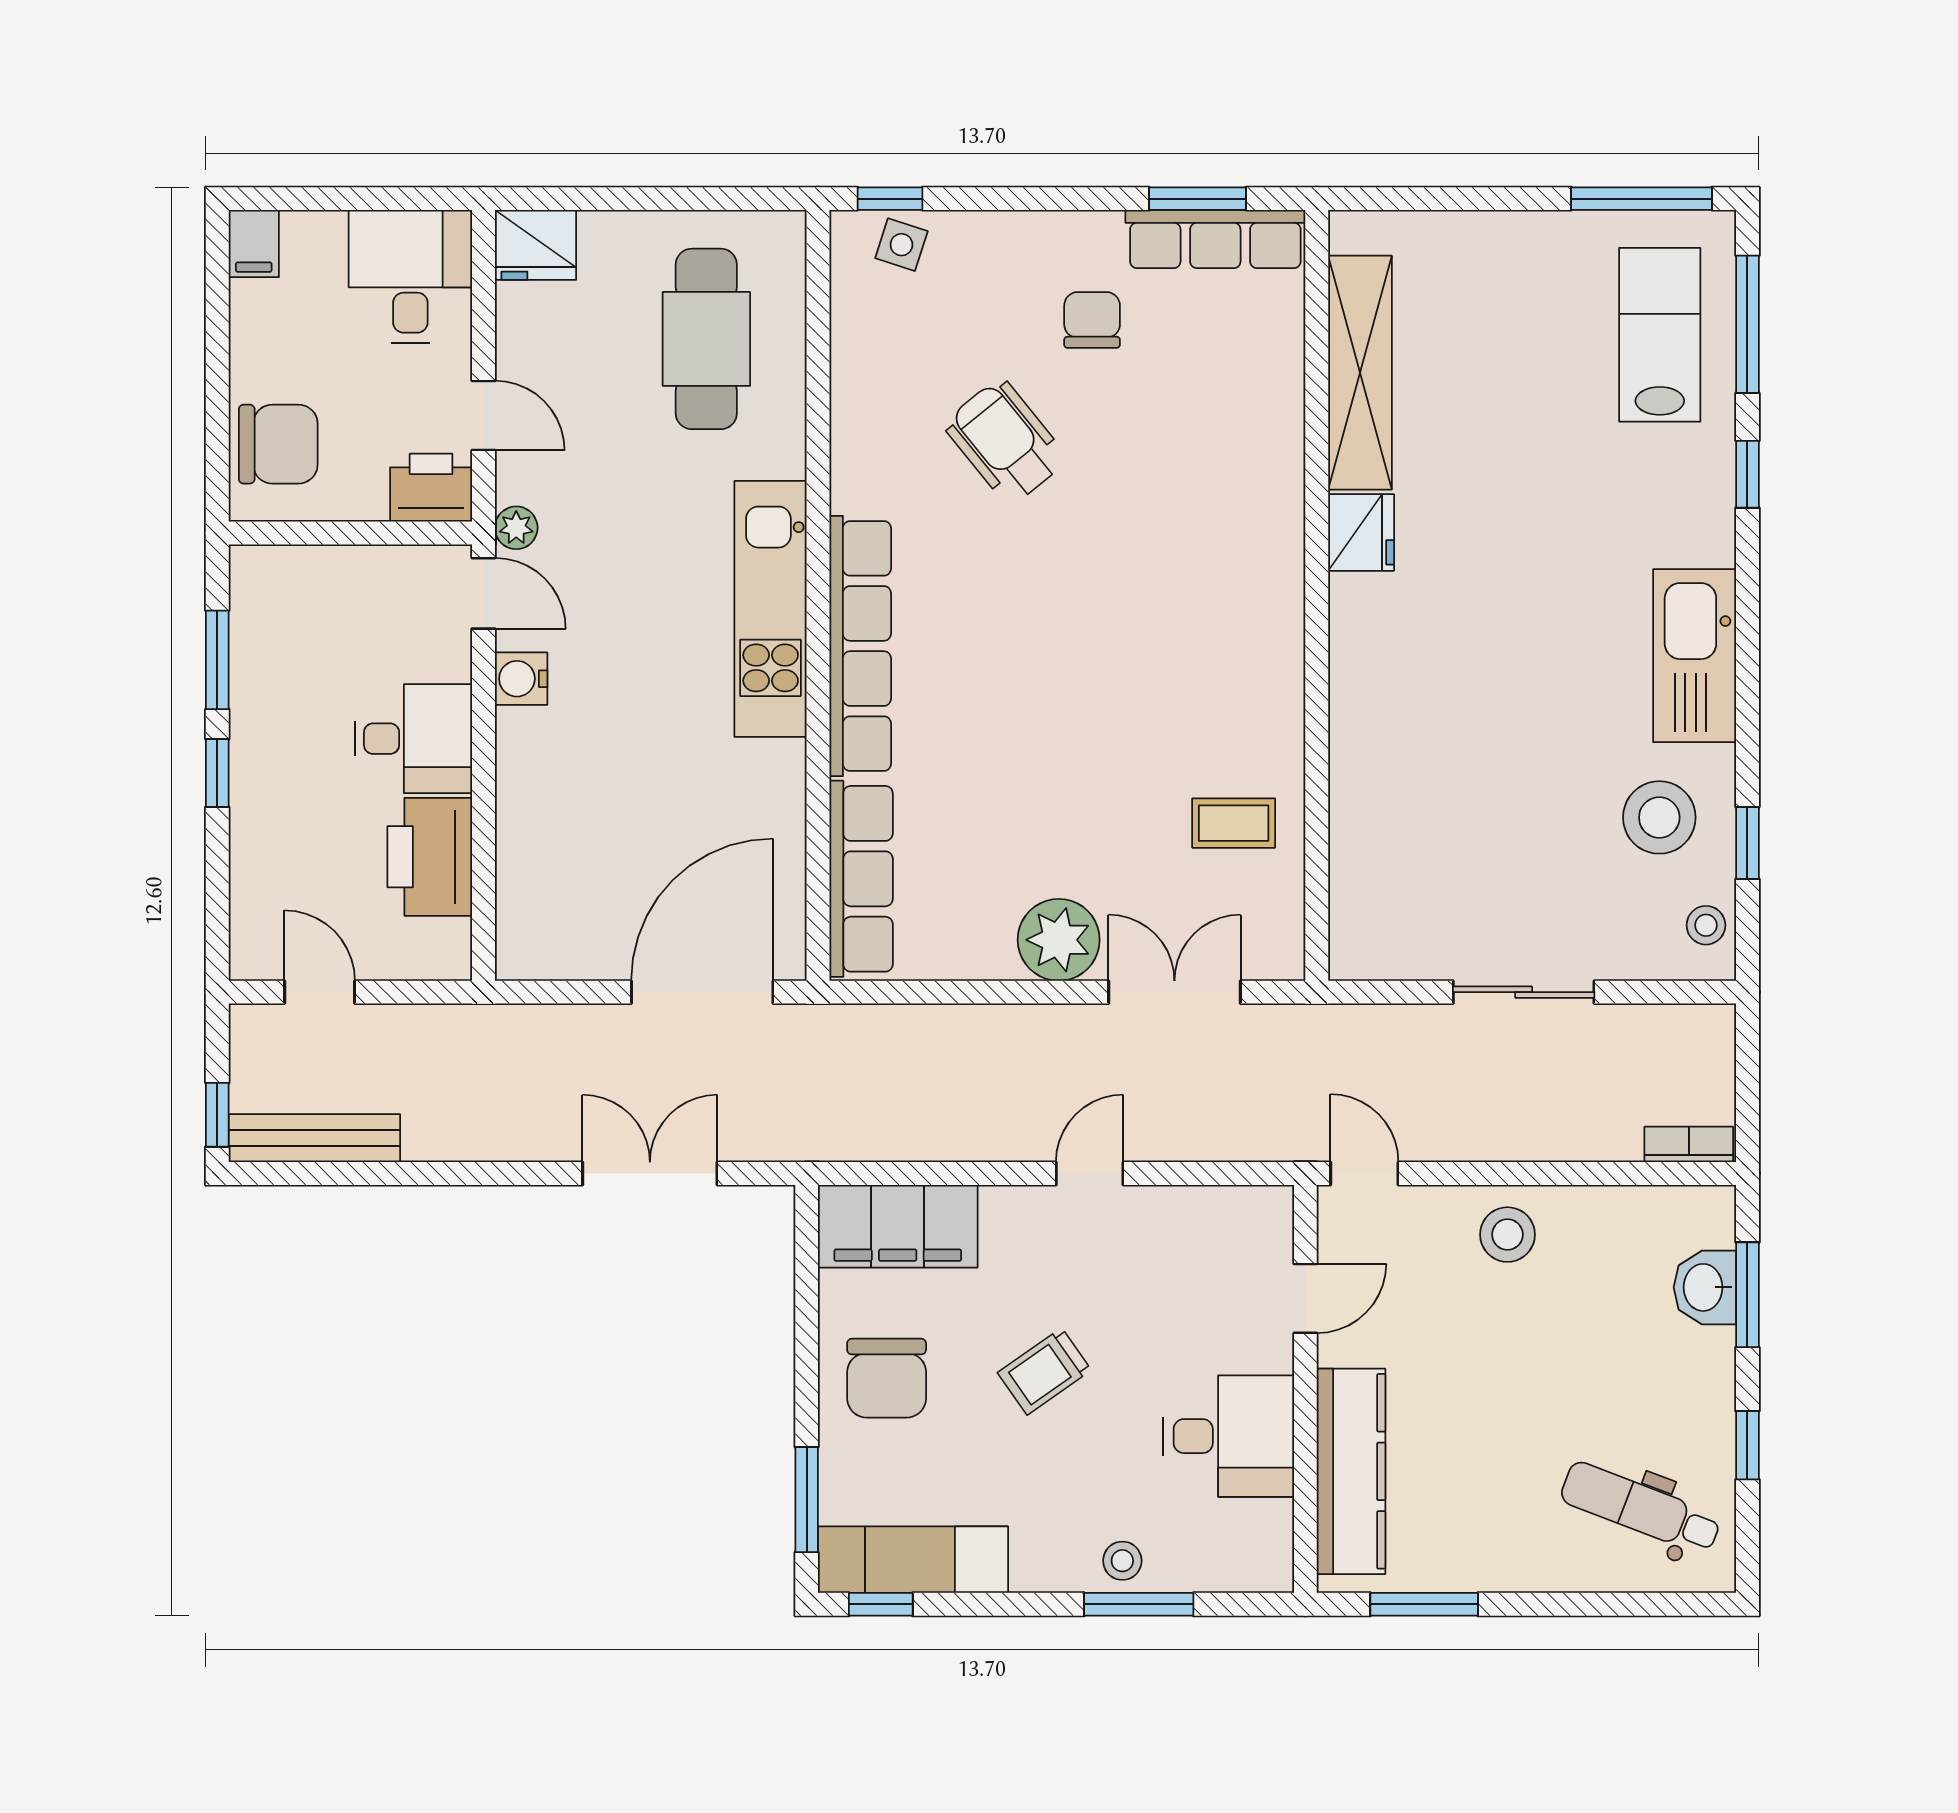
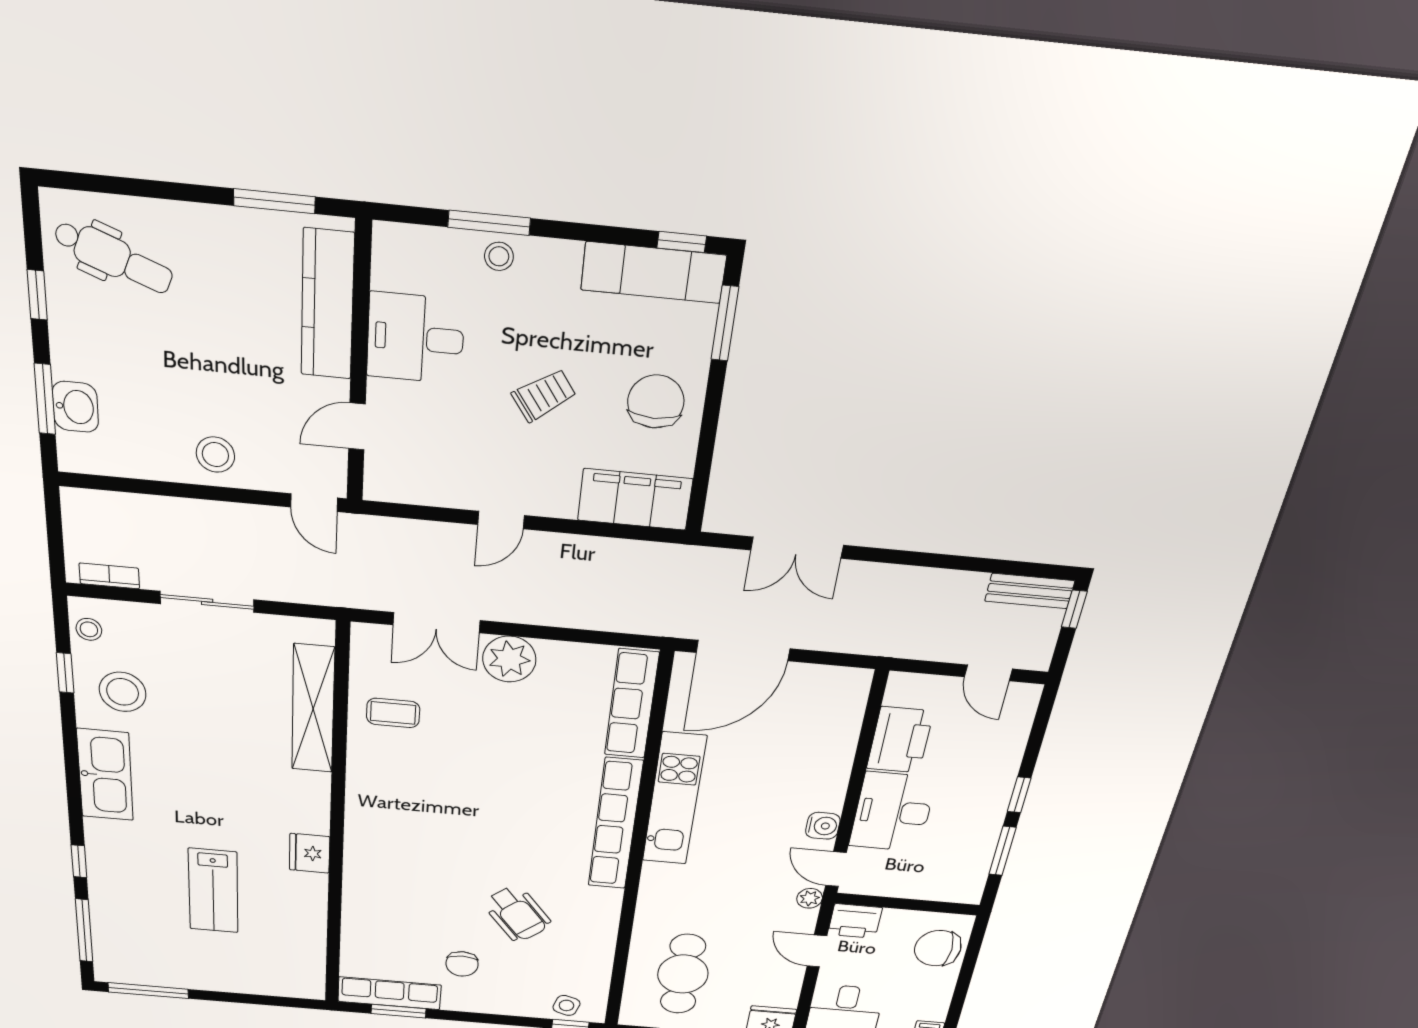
lab bench: (1660, 335) -> (213, 891), moved
shelving: (1360, 373) -> (313, 709), moved
kitchen unit: (771, 609) -> (674, 799), moved
desk: (413, 739) -> (893, 812), width x1.37
bench: (314, 1138) -> (1030, 591), width x0.73
bookcase: (1689, 1144) -> (109, 576), moved, turned 180

